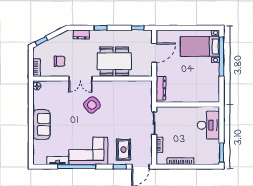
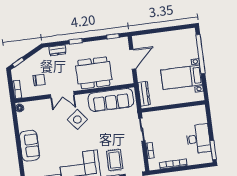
bed with nightstands: (200, 46) -> (182, 77), moved
sofa: (127, 90) -> (111, 100), added
desk: (208, 125) -> (198, 139), moved

